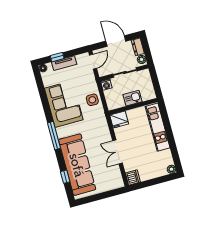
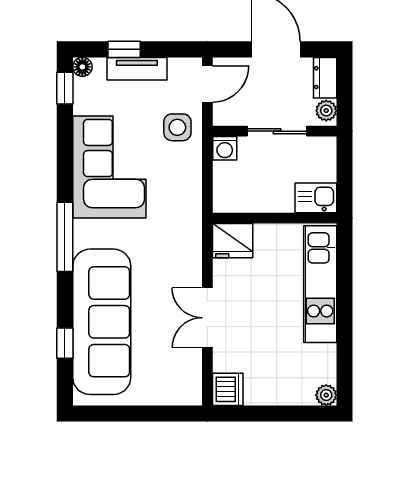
window: (38, 78) -> (65, 88), added
kitchen sink: (133, 98) -> (316, 198), moved
side table: (92, 100) -> (177, 127), moved

